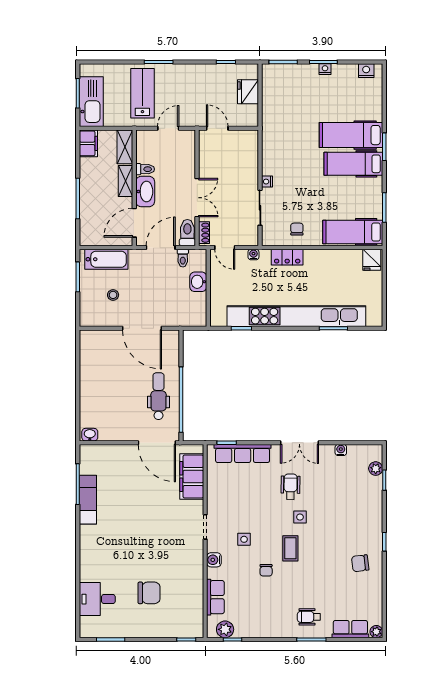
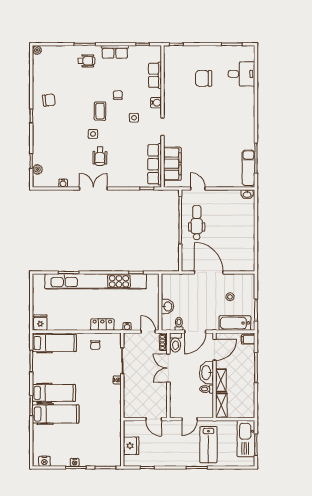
filing cabinet: (88, 143) -> (248, 339), moved, width x0.50
dental chair: (158, 396) -> (197, 223), turned 180
door: (157, 443) -> (198, 189), width x0.53
row of seats: (243, 453) -> (155, 164), moved, turned -90
exam couch: (88, 500) -> (248, 168), moved
plant: (225, 629) -> (148, 52), removed
row of seats: (350, 629) -> (115, 52), moved

